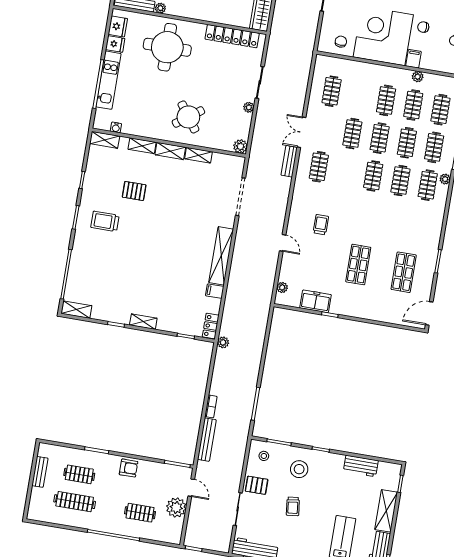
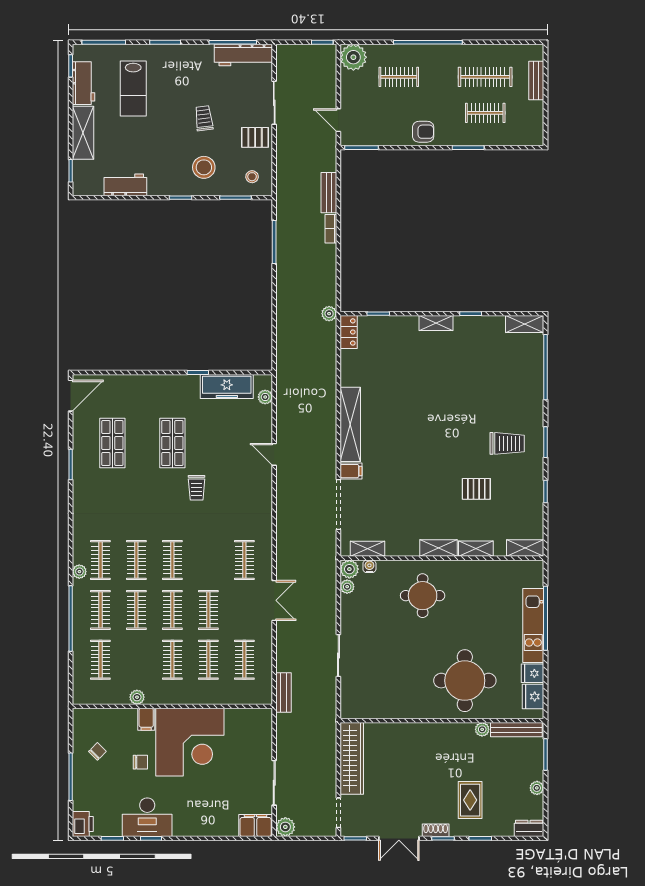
locker: (232, 36) -> (384, 709), removed
chair: (341, 42) -> (243, 726), removed
clothes rail: (413, 105) -> (208, 660), moved
plant: (249, 107) -> (347, 587), moved
round table: (188, 117) -> (423, 596), turned 36
water cooler: (116, 127) -> (369, 566), moved
shelving: (199, 155) -> (368, 549), moved
bench: (289, 161) -> (283, 692), moved
trolley: (321, 225) -> (197, 488), moved
filing cabinet: (215, 291) -> (351, 471), moved
freezer: (316, 301) -> (227, 386), width x1.40
bench: (207, 440) -> (329, 193), width x0.73
armchair: (129, 468) -> (423, 132), turned 180
bench: (40, 472) -> (536, 80), moved
plant: (176, 508) -> (353, 57), moved

